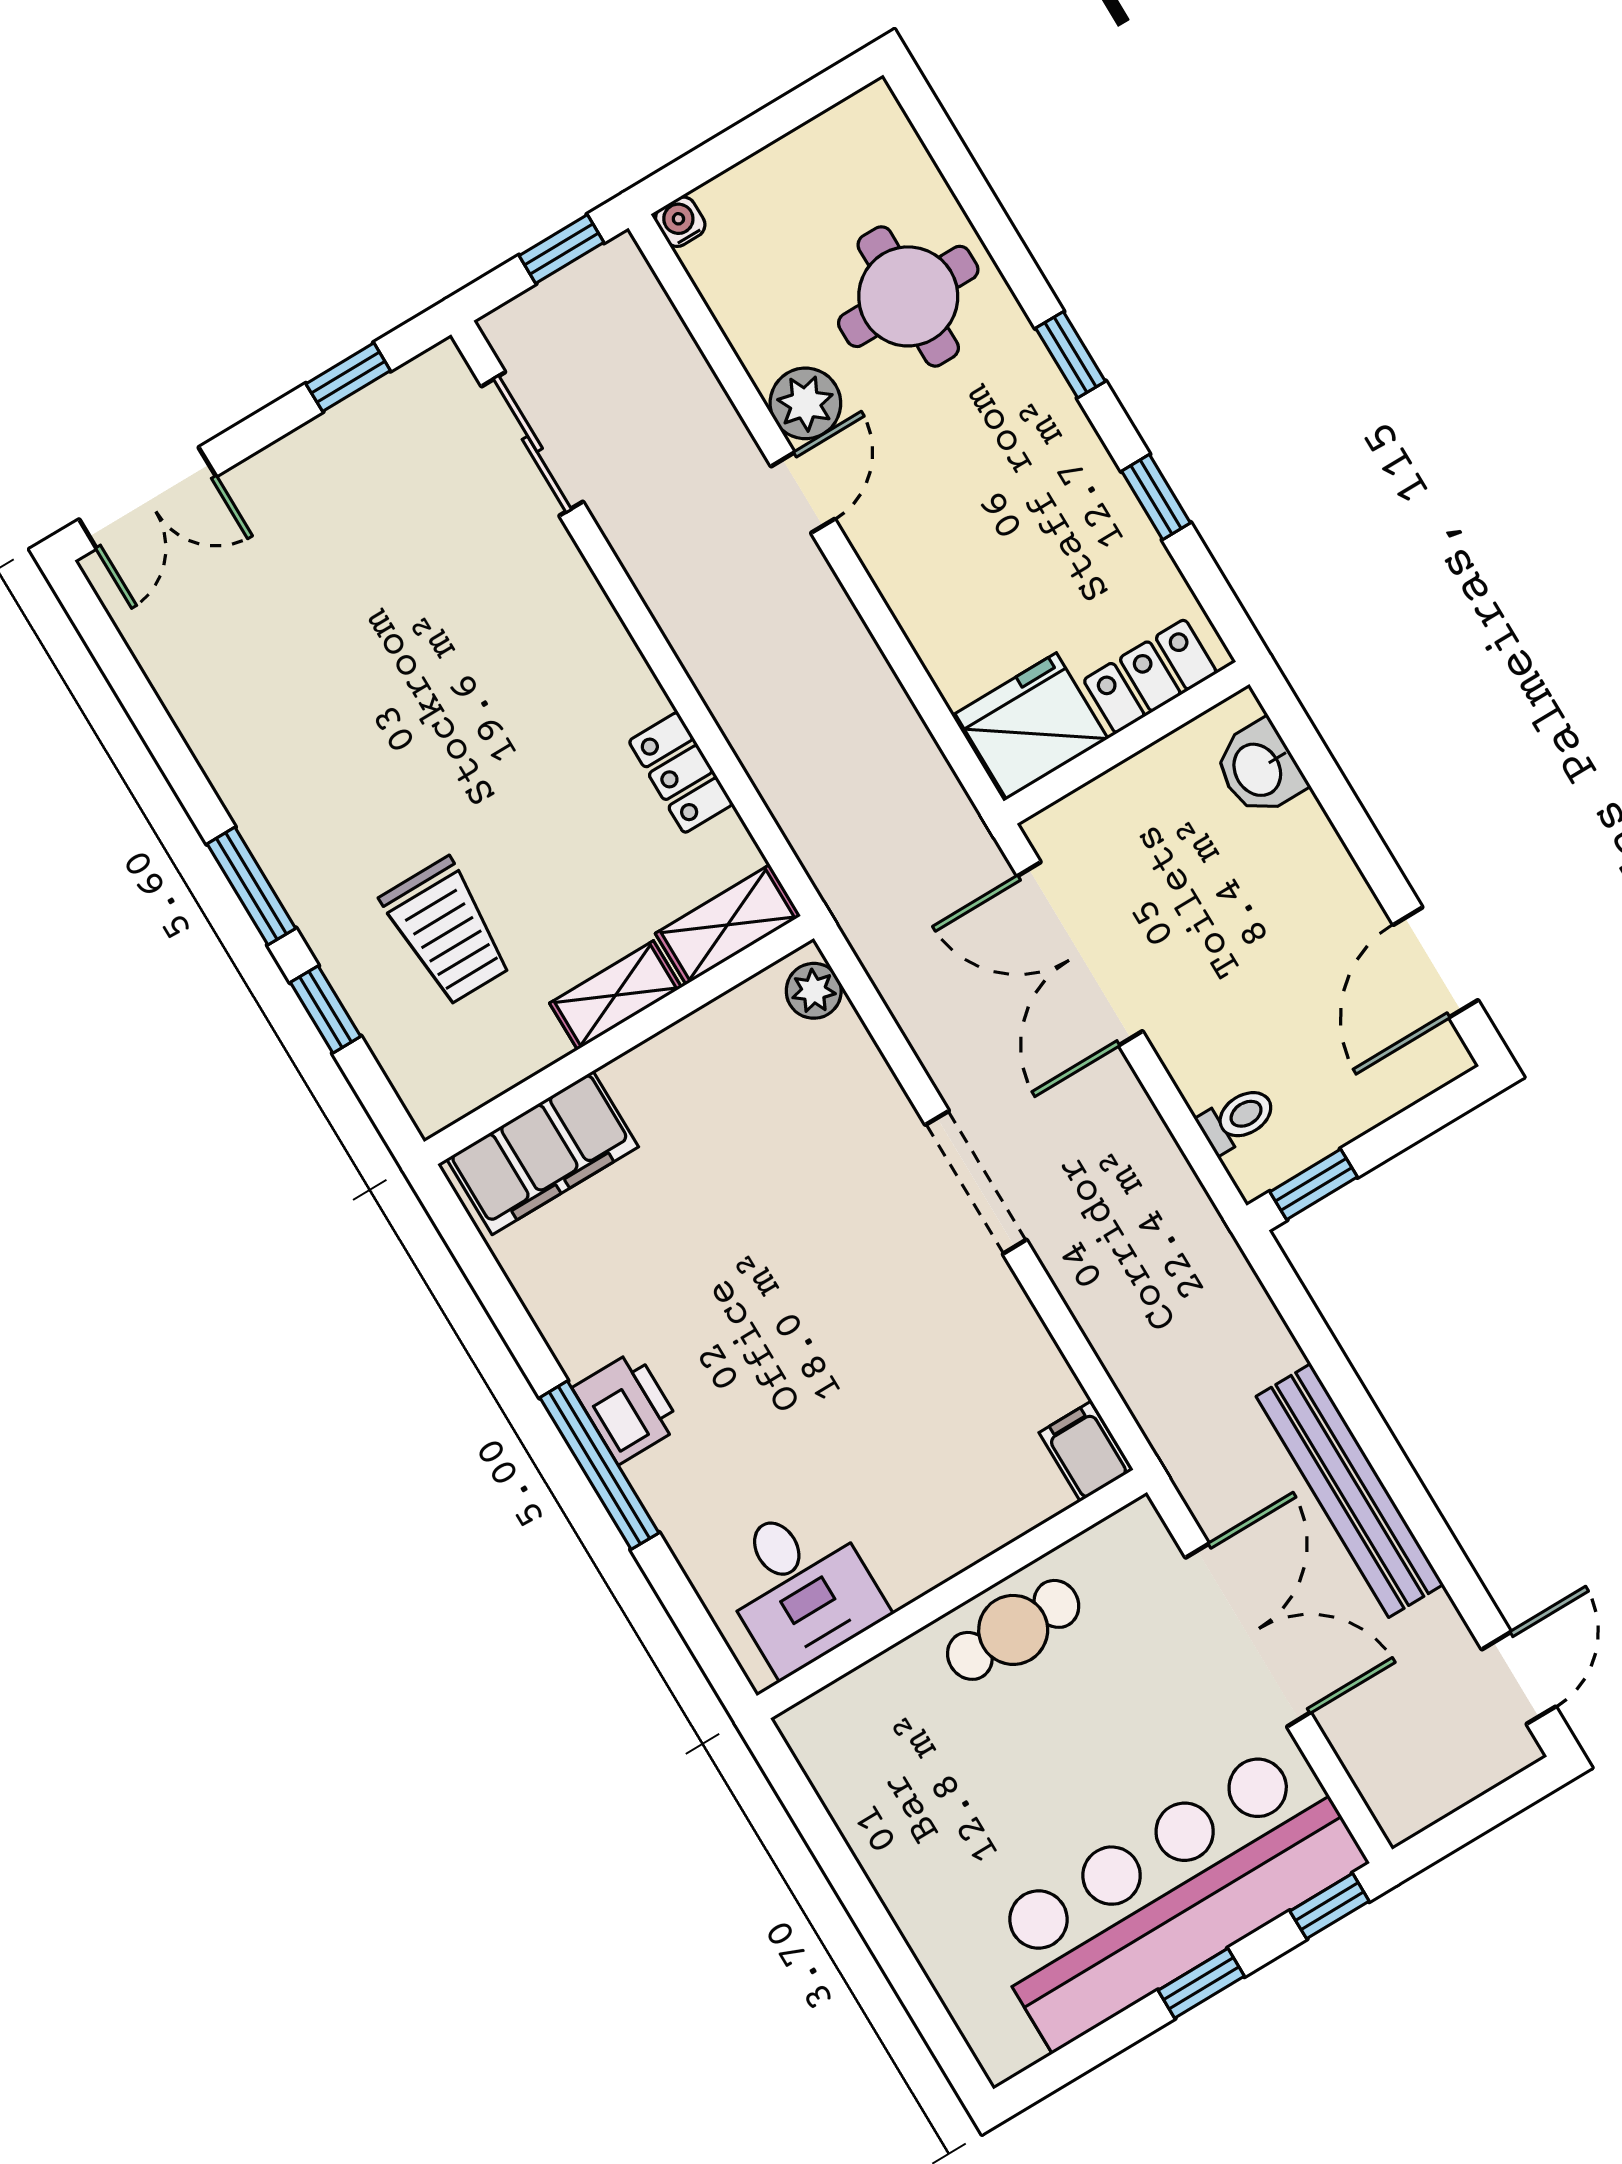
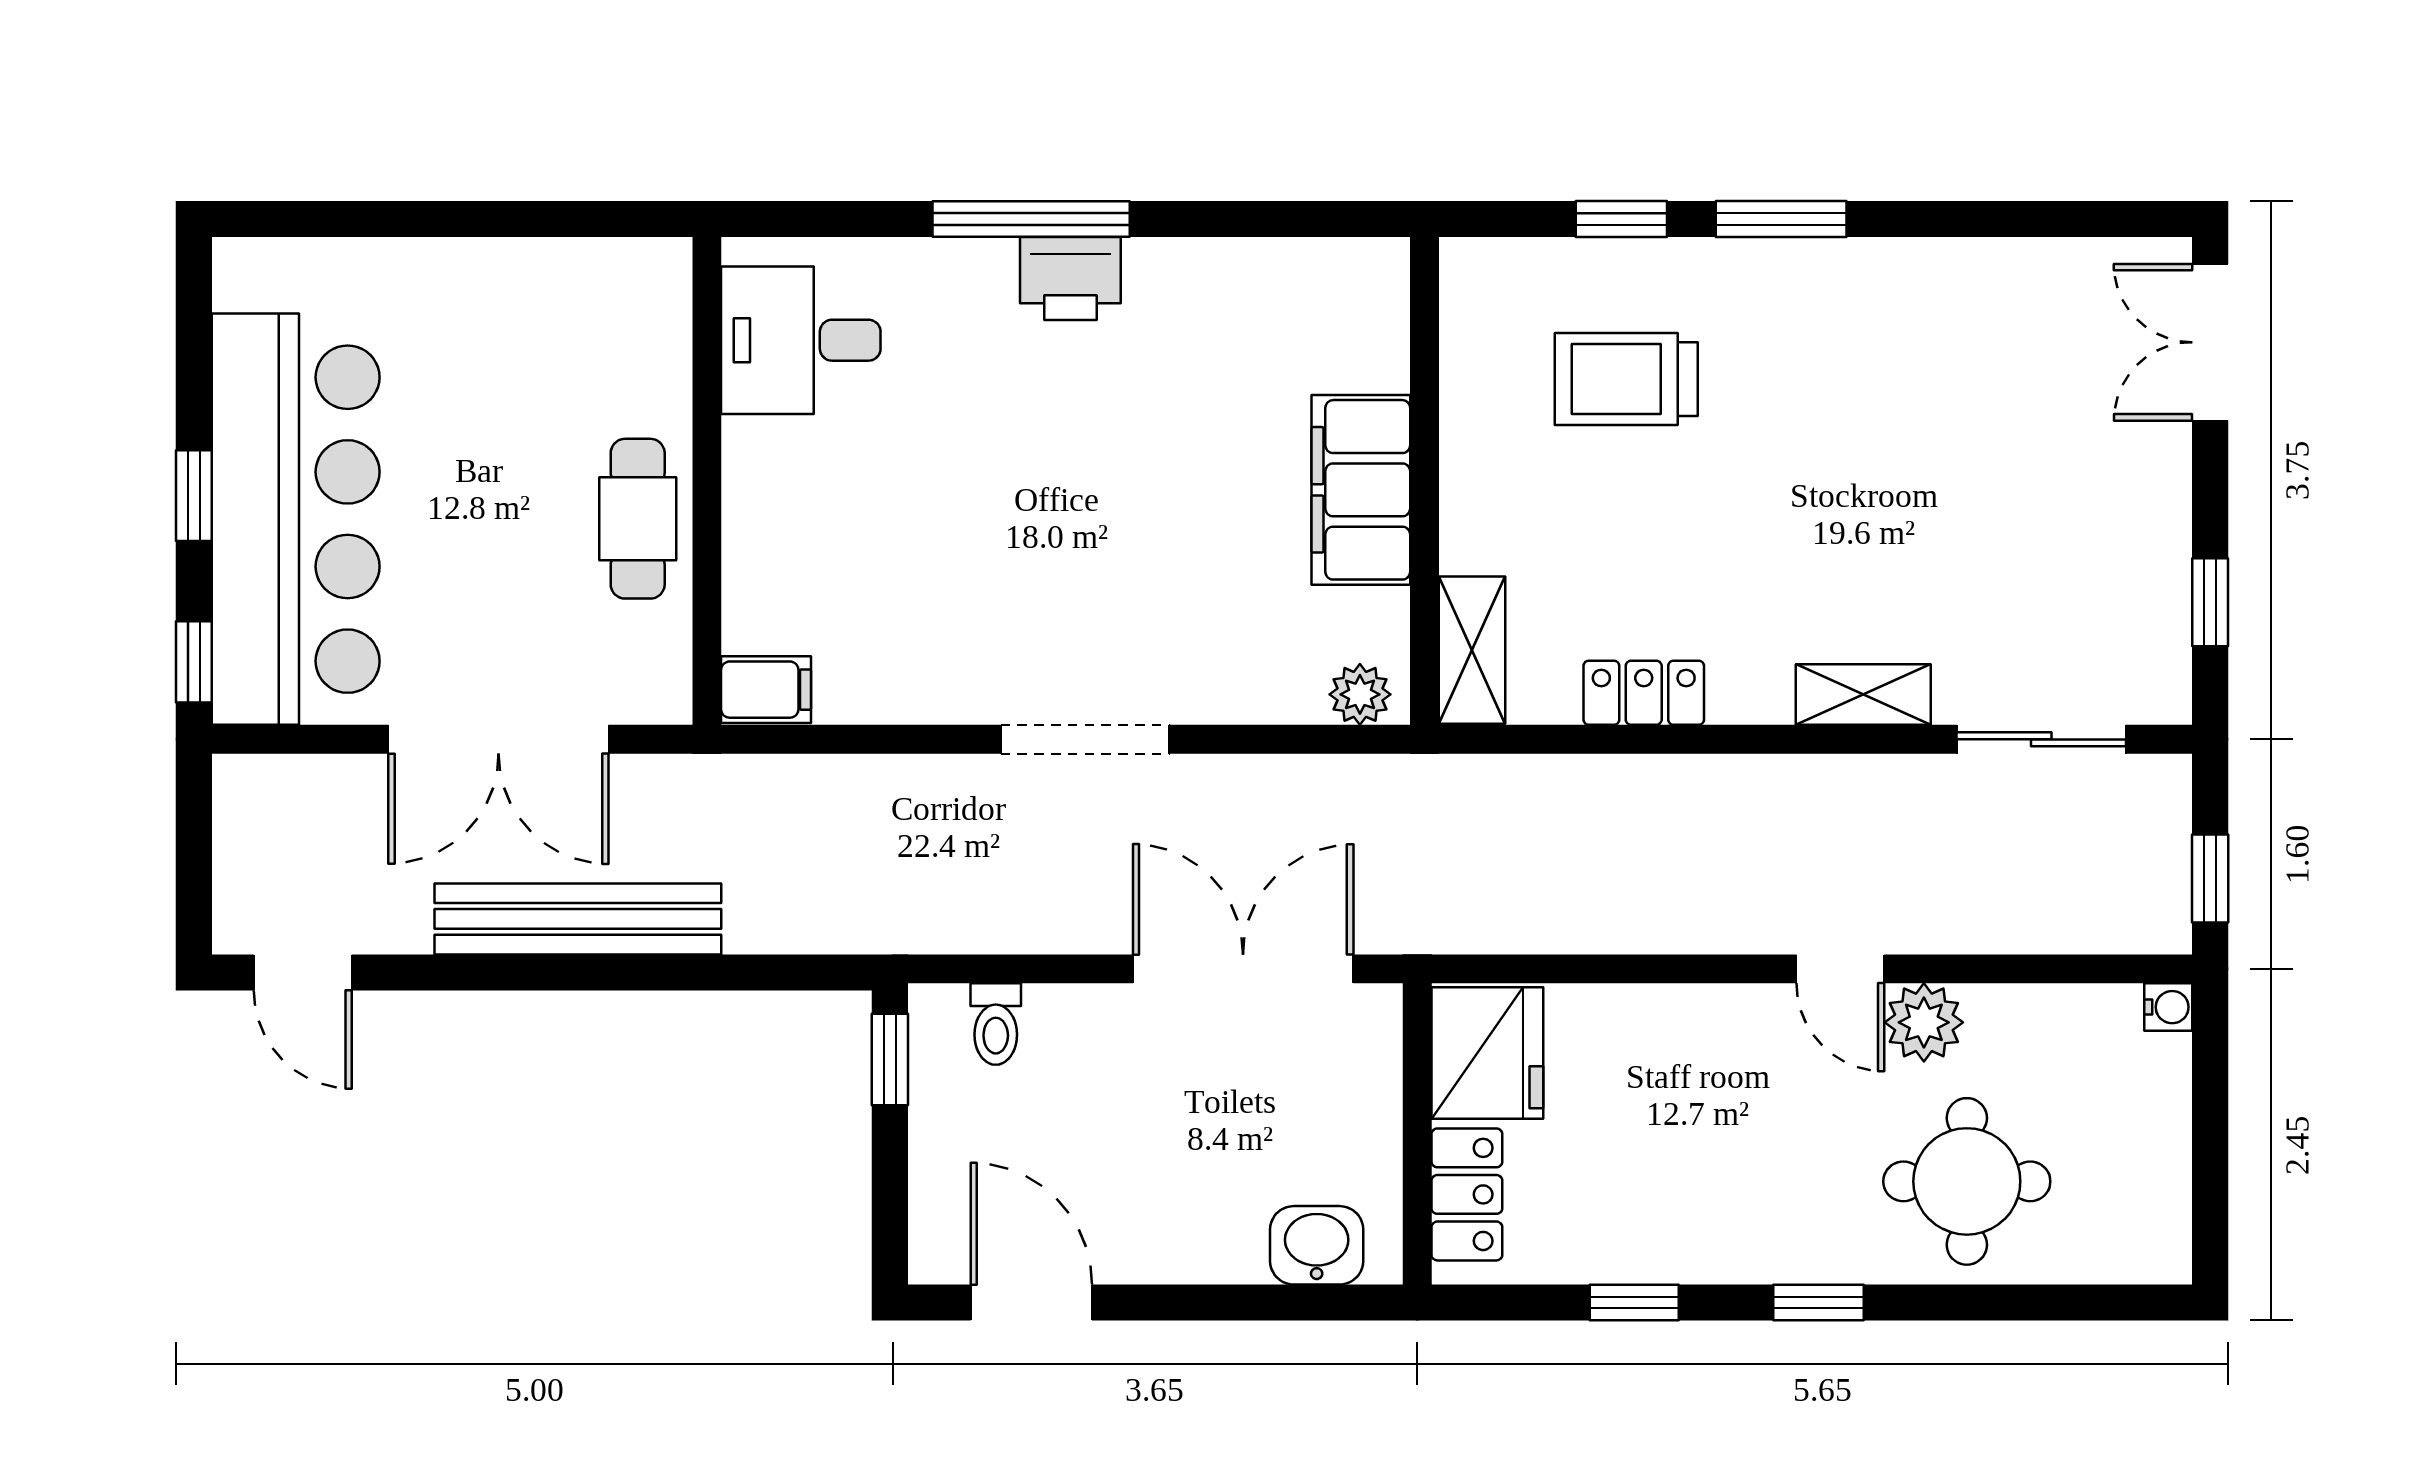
shelving: (616, 995) -> (1863, 695), moved, turned 90
filing cabinet: (543, 1153) -> (1361, 490), moved

